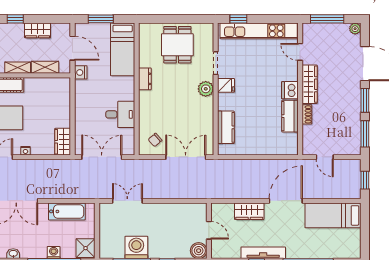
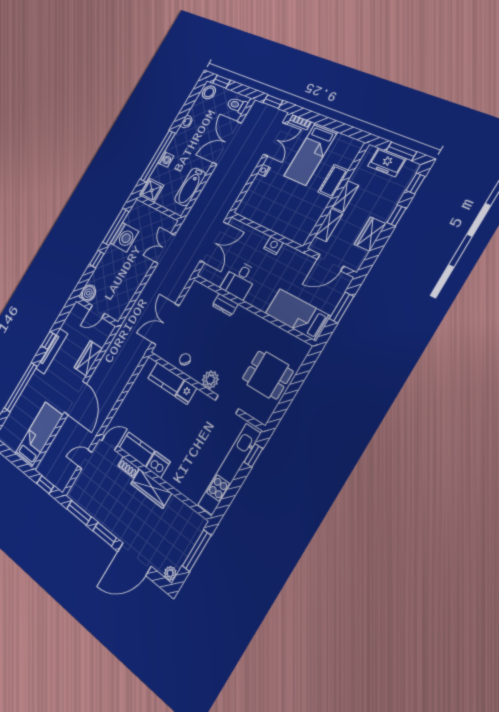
door: (300, 52) -> (109, 443), moved
nightstand: (81, 72) -> (273, 246), moved
dresser: (145, 79) -> (225, 305), moved
fridge: (226, 85) -> (186, 392), moved
chair: (155, 140) -> (185, 359), moved
wardrobe: (63, 142) -> (250, 211), removed
double door: (186, 157) -> (165, 324), swing flipped
double door: (127, 201) -> (164, 248), swing flipped

